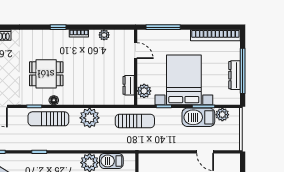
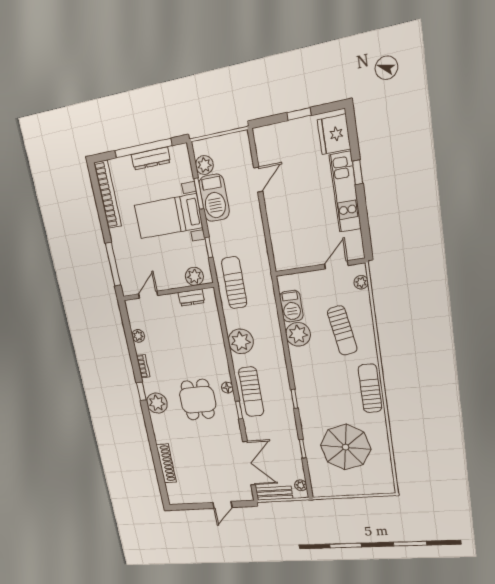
plant: (47, 38) -> (157, 403), added
bed with nightstands: (184, 80) -> (168, 216), width x0.73

